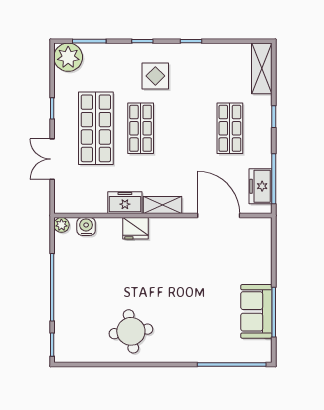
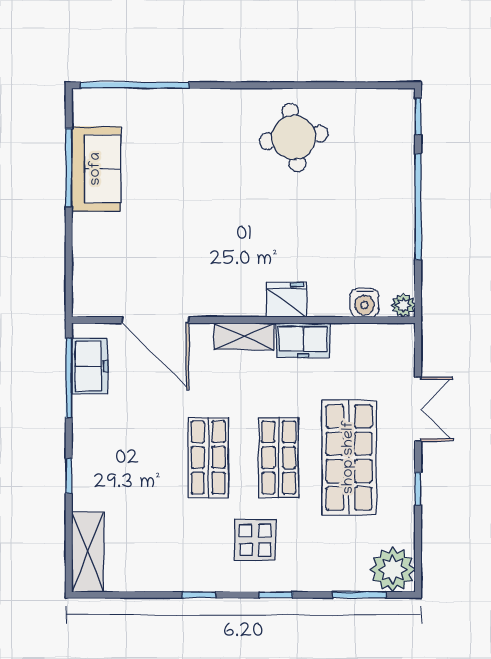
shop shelf: (230, 128) -> (208, 457), moved

